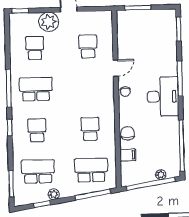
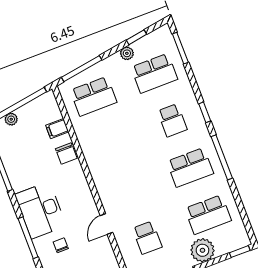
school desk: (35, 48) -> (208, 215), width x1.85
chair: (125, 92) -> (61, 245), moved
school desk: (90, 129) -> (111, 143), removed

